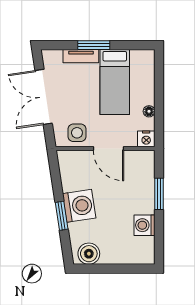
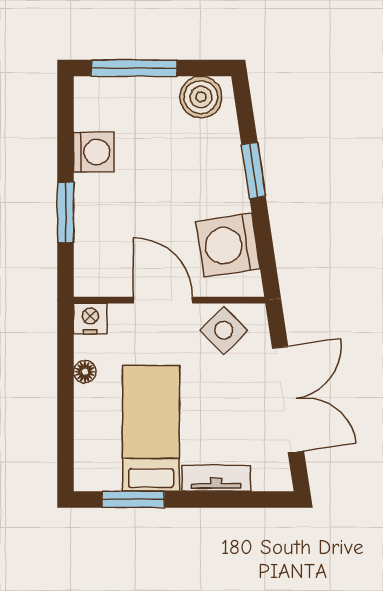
window: (94, 45) -> (133, 499), moved
side table: (77, 133) -> (224, 330), turned 45
washing machine: (79, 206) -> (228, 245), moved
window: (123, 269) -> (134, 68), added

